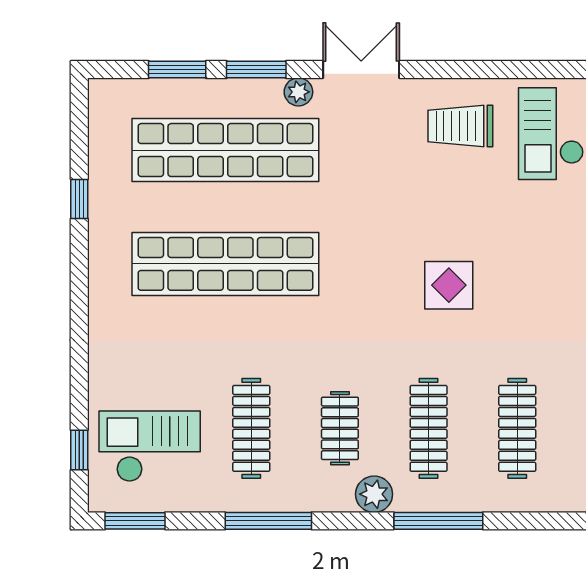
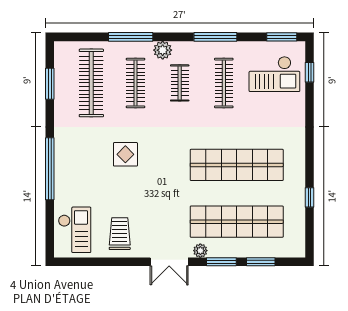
trolley: (460, 126) -> (120, 234), turned -90
clothes rail: (517, 428) -> (91, 83), width x1.37, depth x1.31

